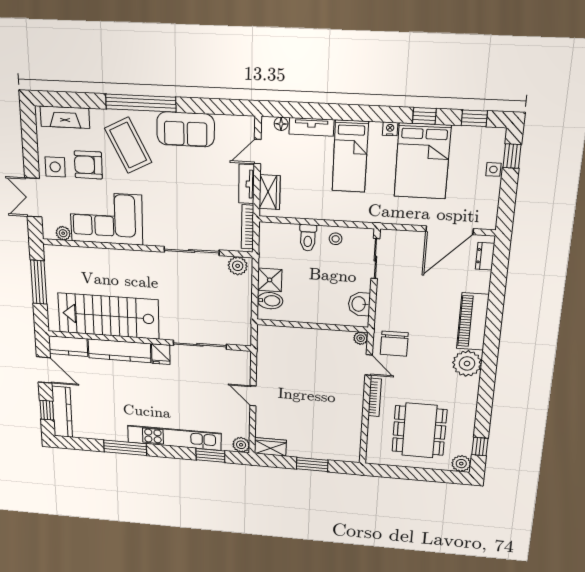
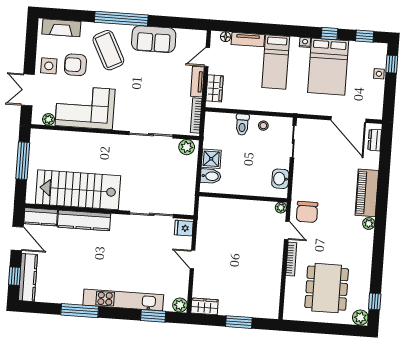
door: (450, 230) -> (348, 119), hinge flipped
fridge: (161, 354) -> (184, 228), moved, turned 90
plant: (467, 364) -> (369, 223), width x0.53, depth x0.53

